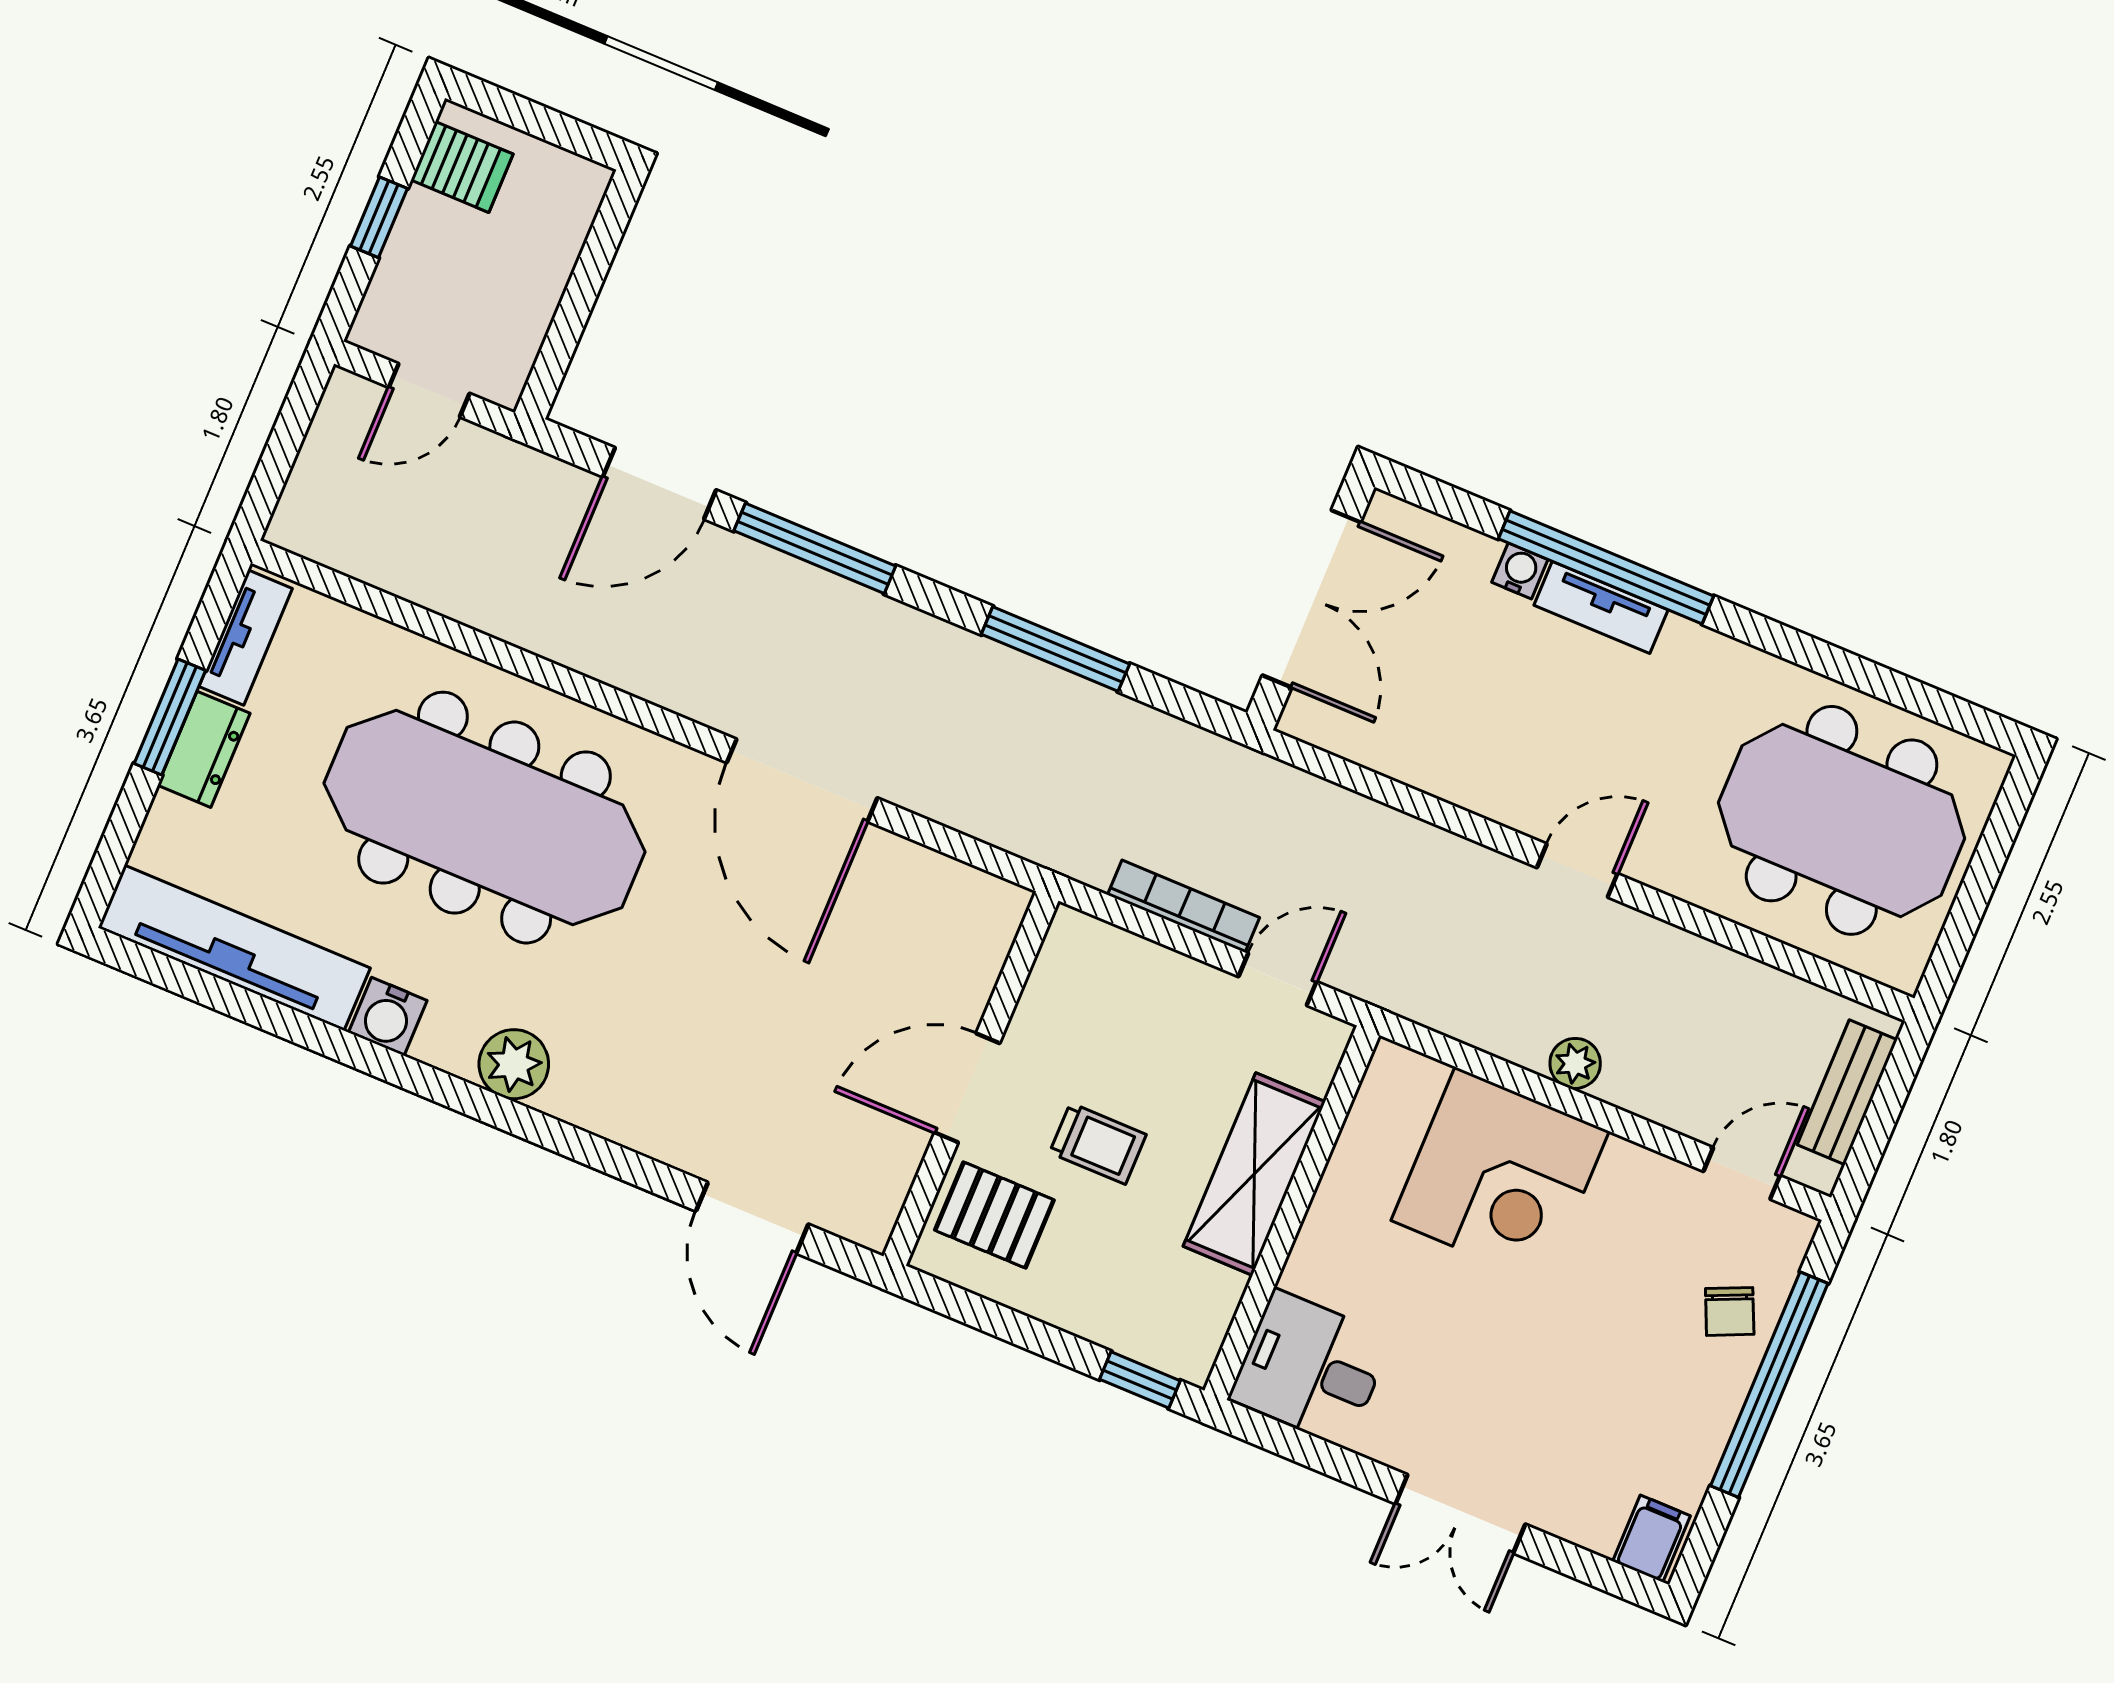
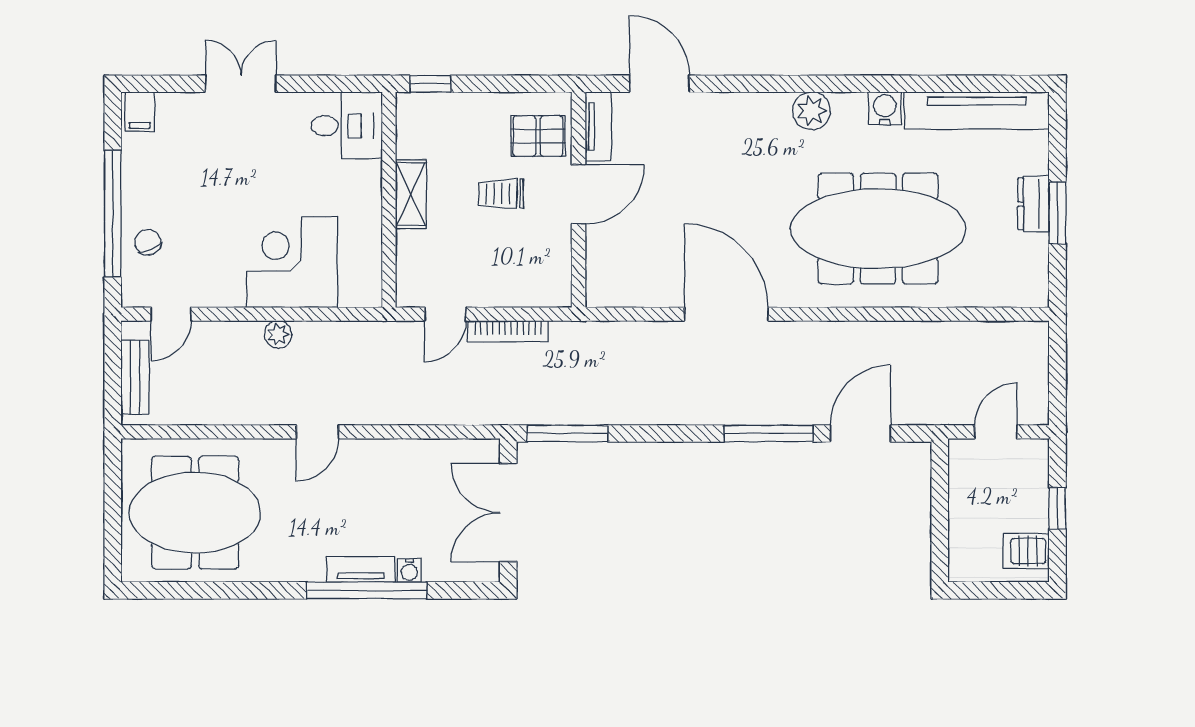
tv unit: (246, 637) -> (598, 126), moved, turned 180
window: (1055, 649) -> (568, 433), moved
shelving: (1254, 1174) -> (411, 194), width x0.67, depth x0.75

